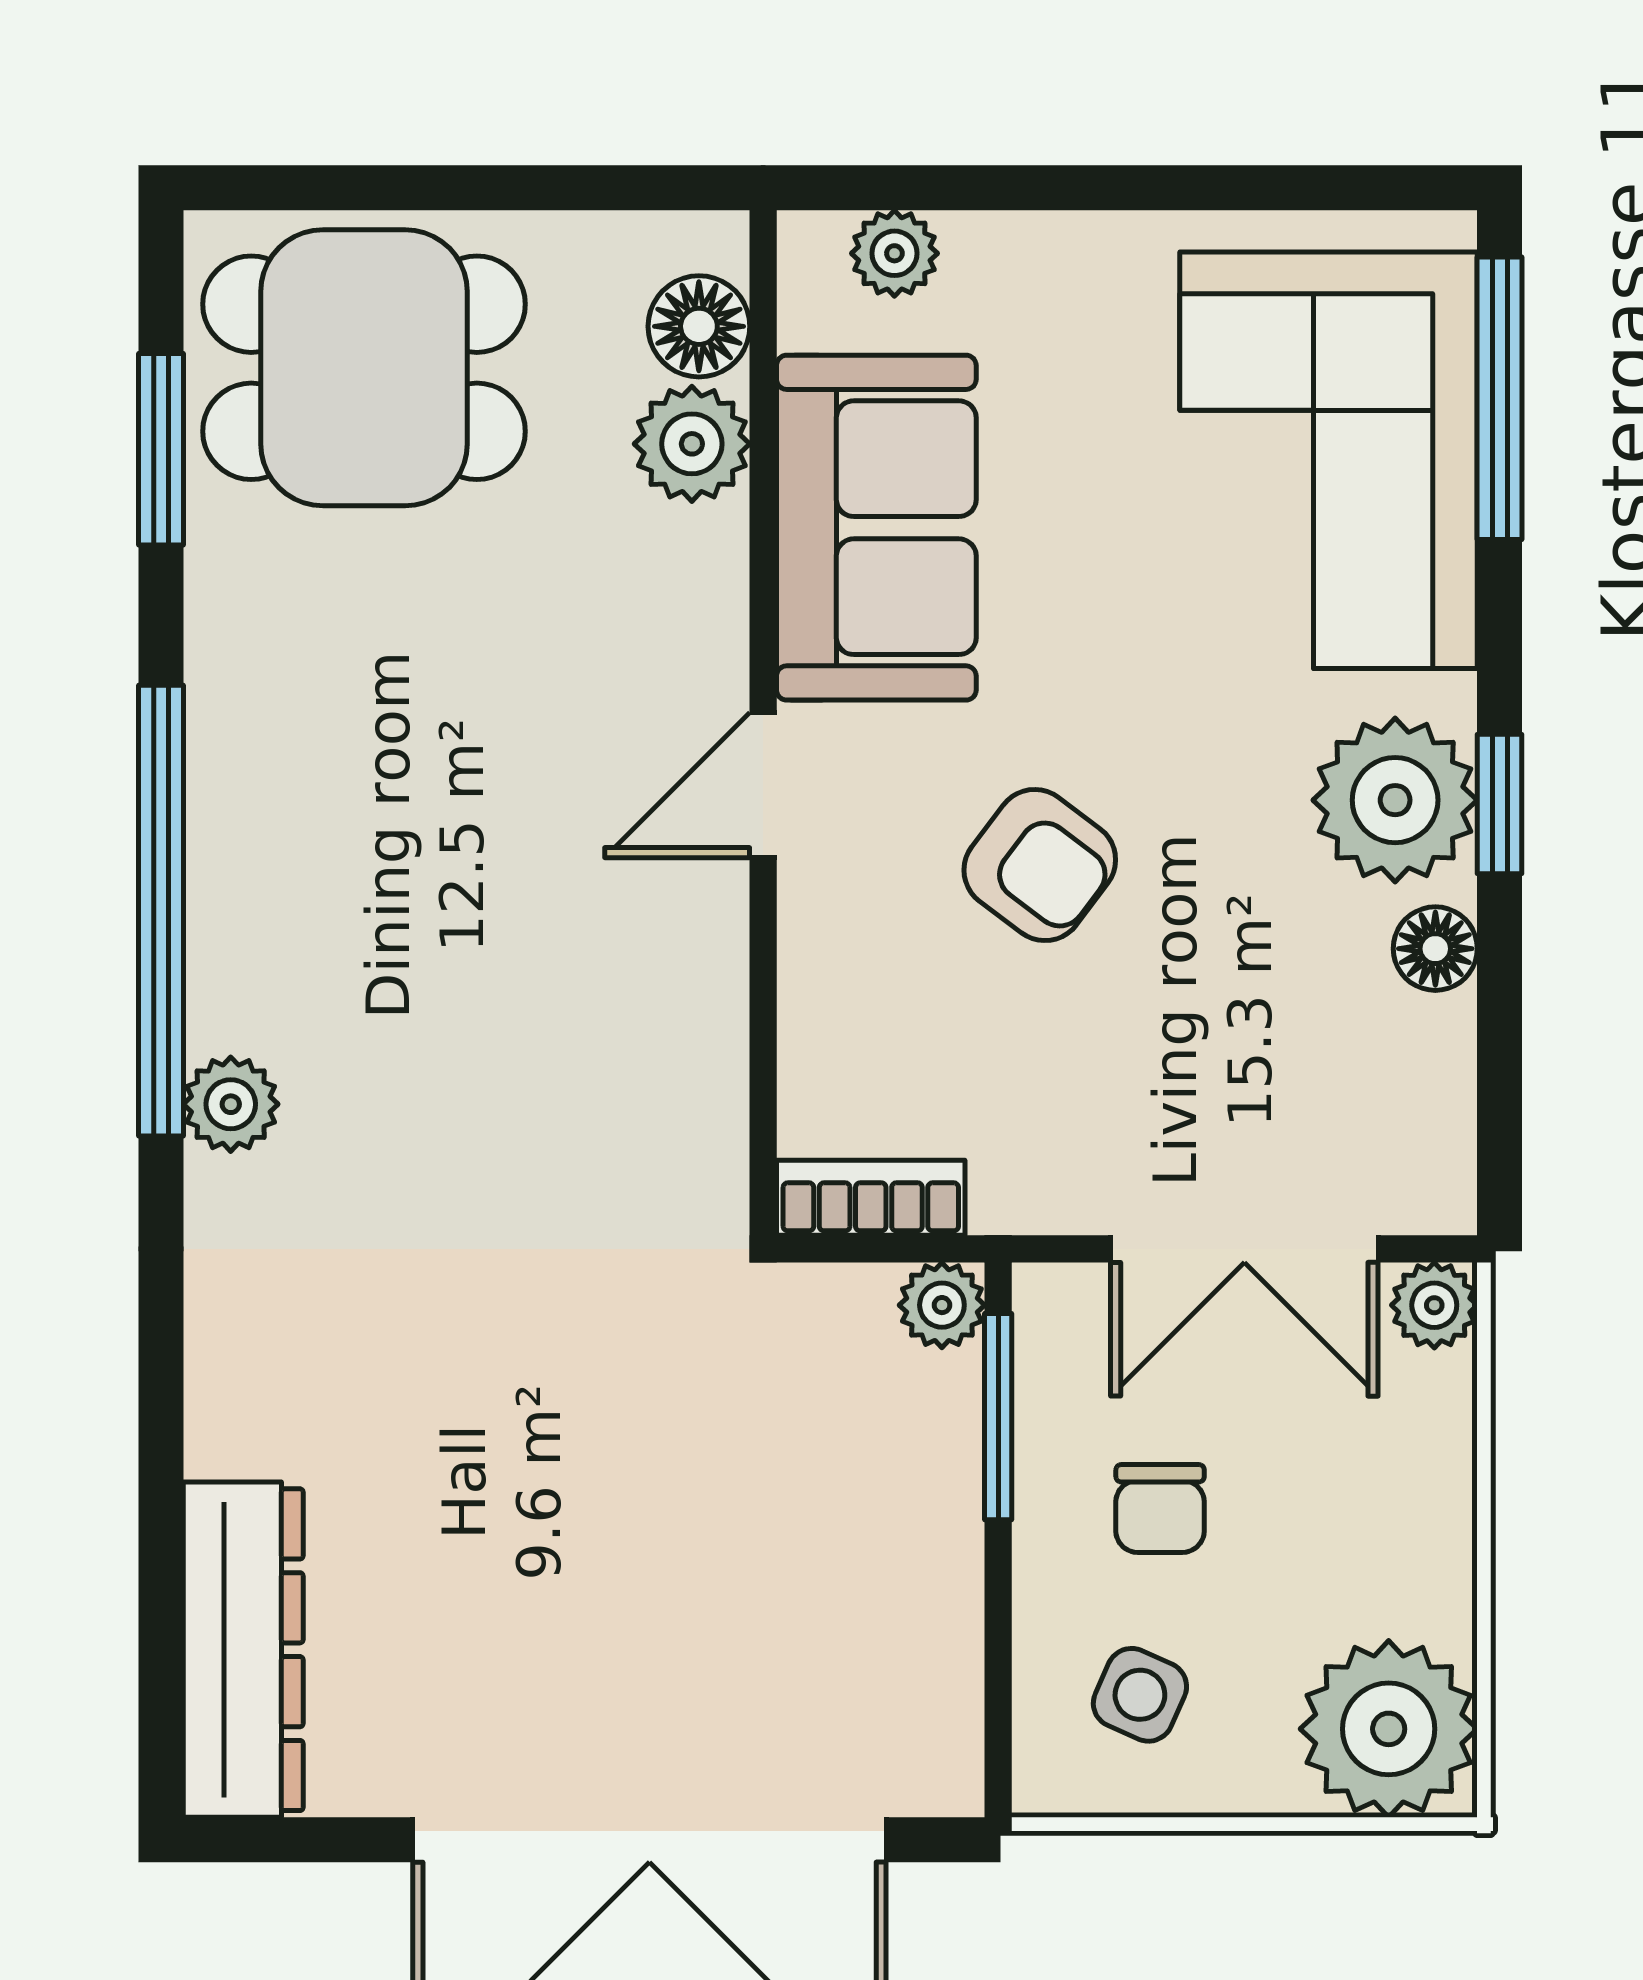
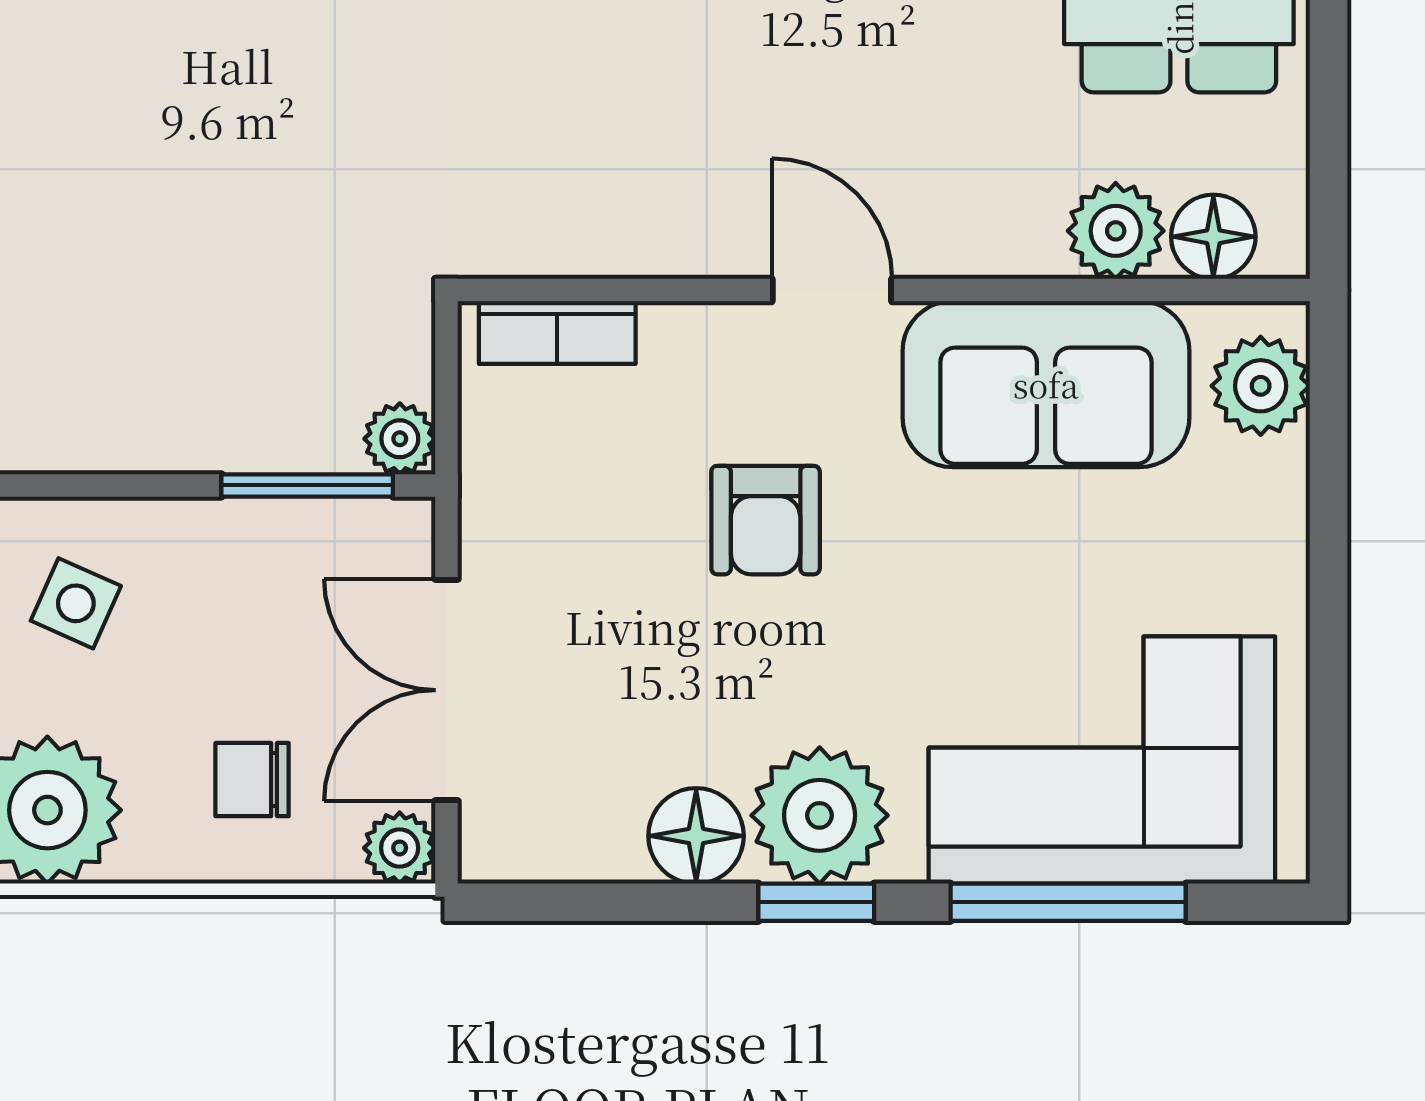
plant: (894, 253) -> (1261, 386), width x1.38, depth x1.38
window: (1500, 398) -> (1068, 902), moved
armchair: (1040, 865) -> (766, 520), turned -37
floor lamp: (1435, 949) -> (696, 836), width x1.37, depth x1.37
bookcase: (871, 1198) -> (557, 333), moved, turned 90
chair: (1160, 1508) -> (252, 780), moved

